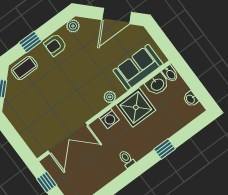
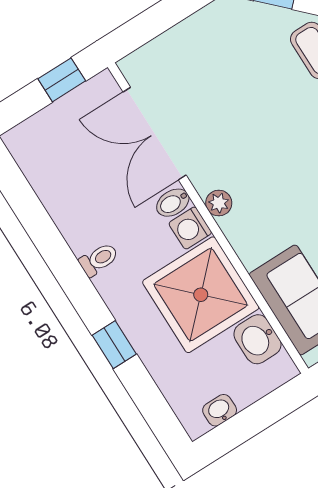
bidet: (170, 74) -> (173, 203), moved
plant: (110, 97) -> (219, 203), moved
shower: (136, 107) -> (201, 295), width x1.37, depth x1.37

